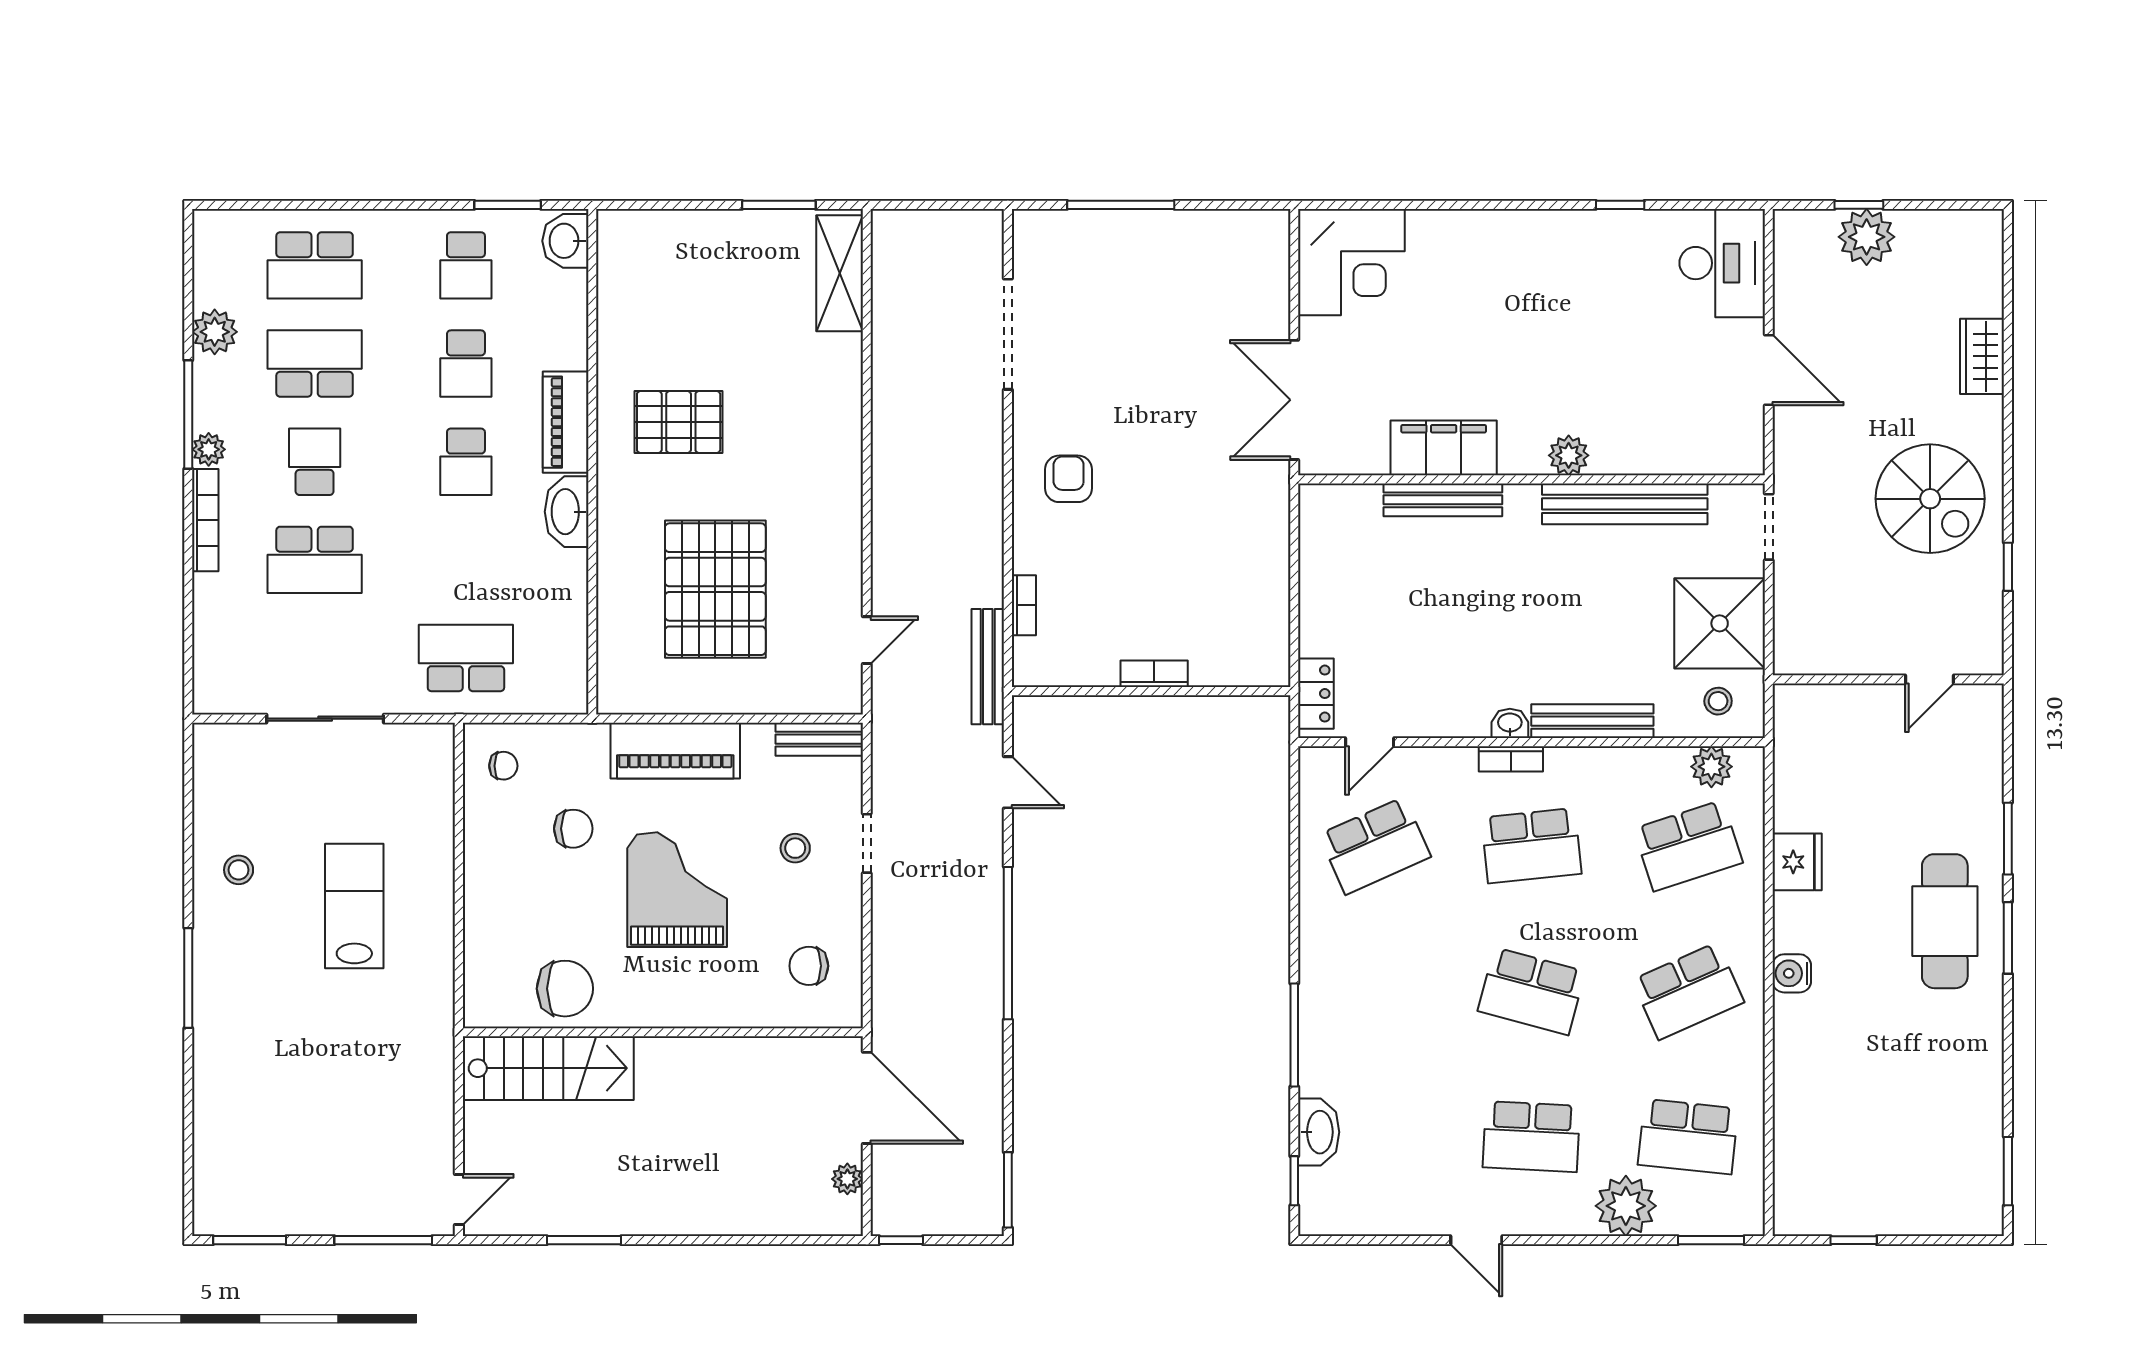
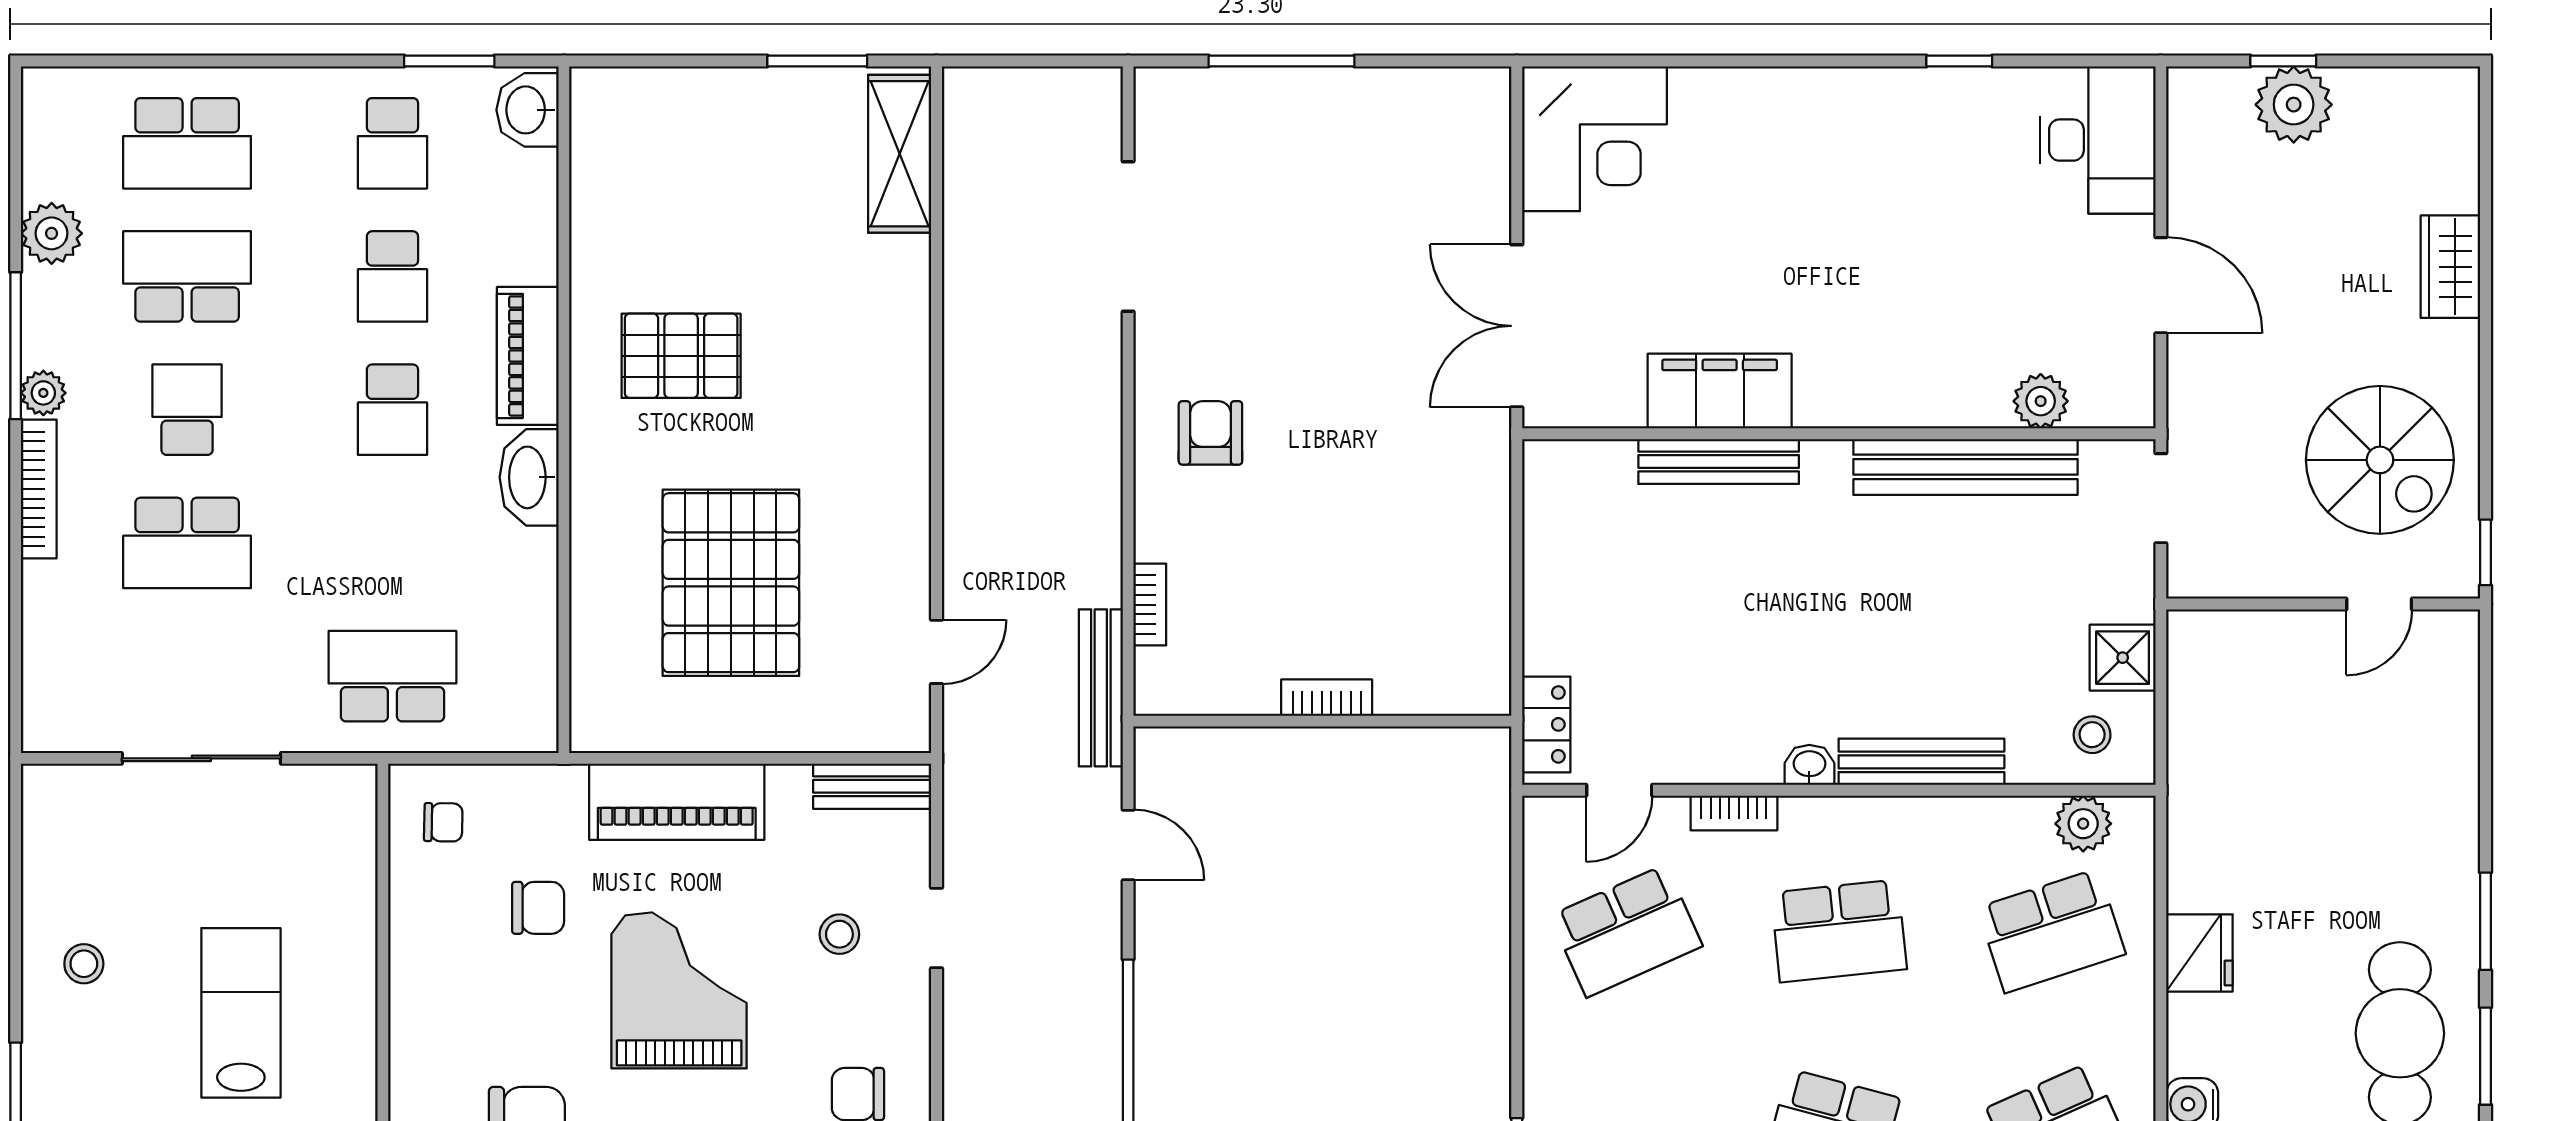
plant: (1569, 455) -> (2041, 401), moved
shower: (1720, 623) -> (2123, 658), width x0.54, depth x0.54
wall: (1888, 679) -> (2323, 604), moved
door: (1930, 679) -> (2379, 604), moved
bookcase: (1511, 759) -> (1734, 813), moved

